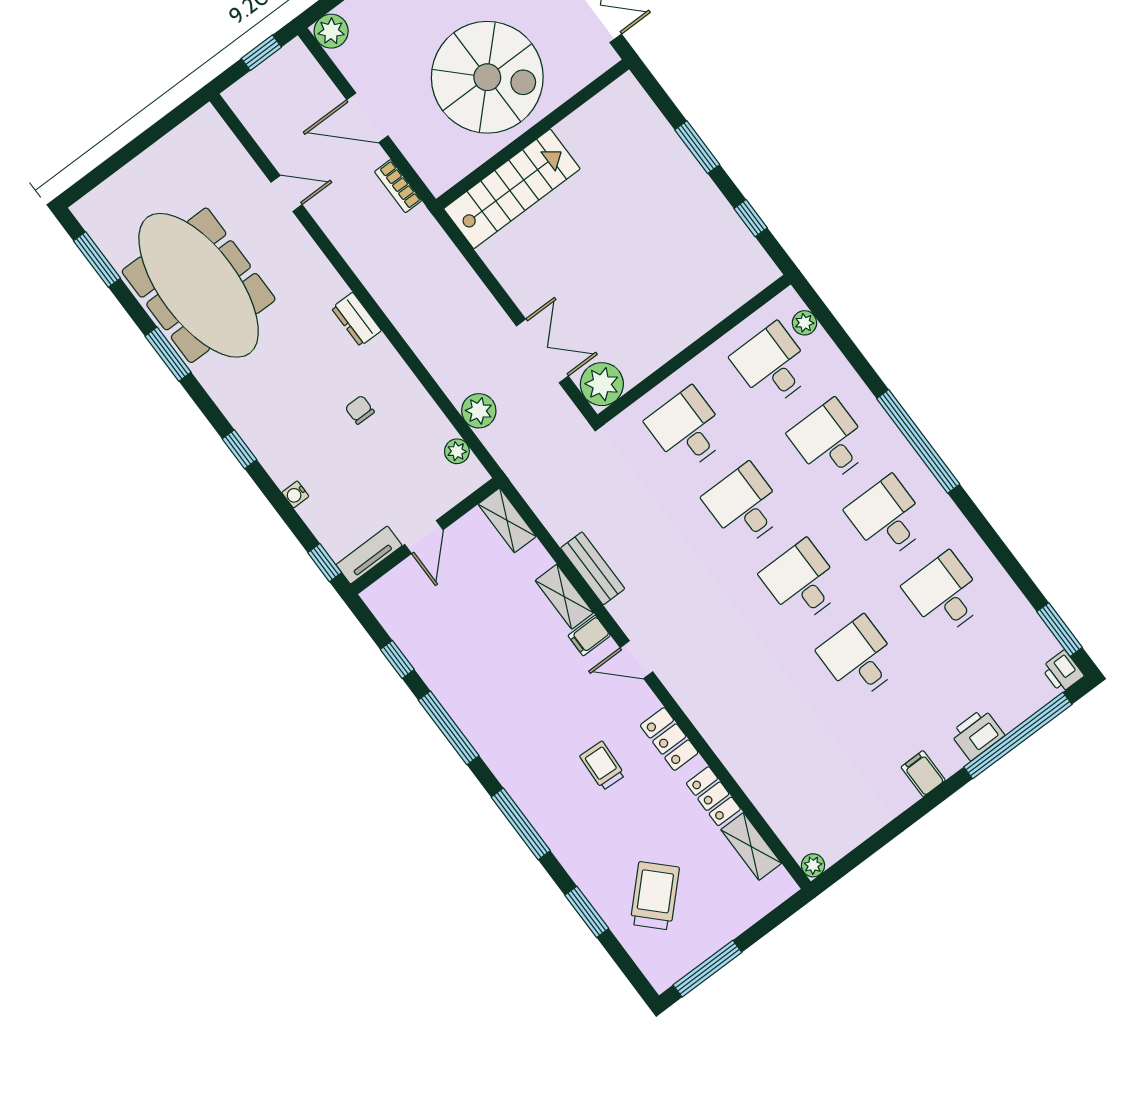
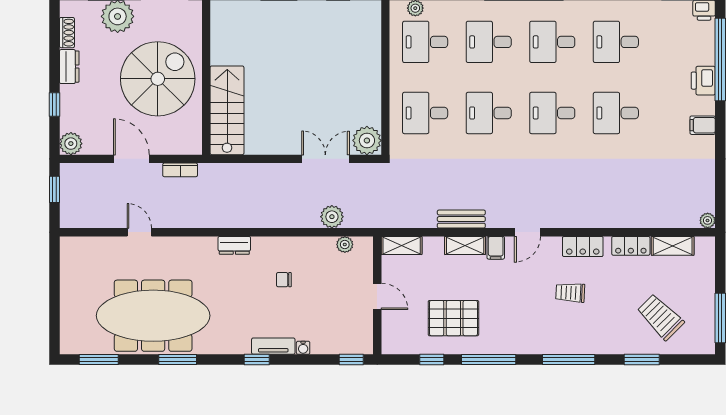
door: (367, 118) -> (131, 159), swing flipped
door: (286, 193) -> (139, 232), hinge flipped
tv unit: (369, 555) -> (273, 346), moved, turned 90
pallet: (467, 648) -> (453, 318), added

